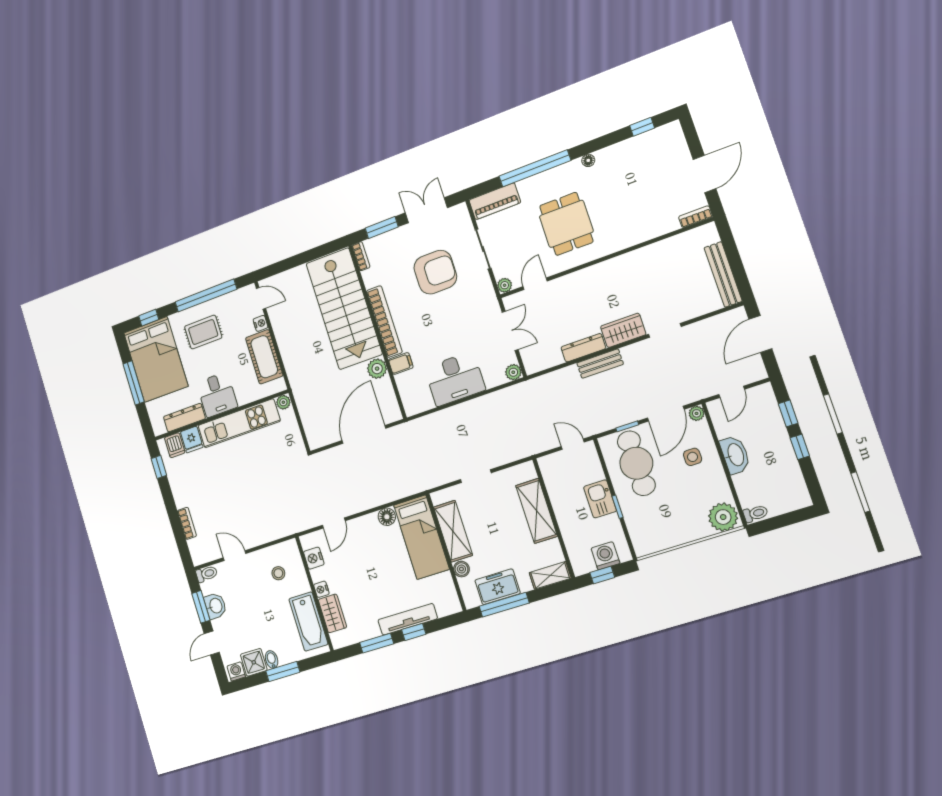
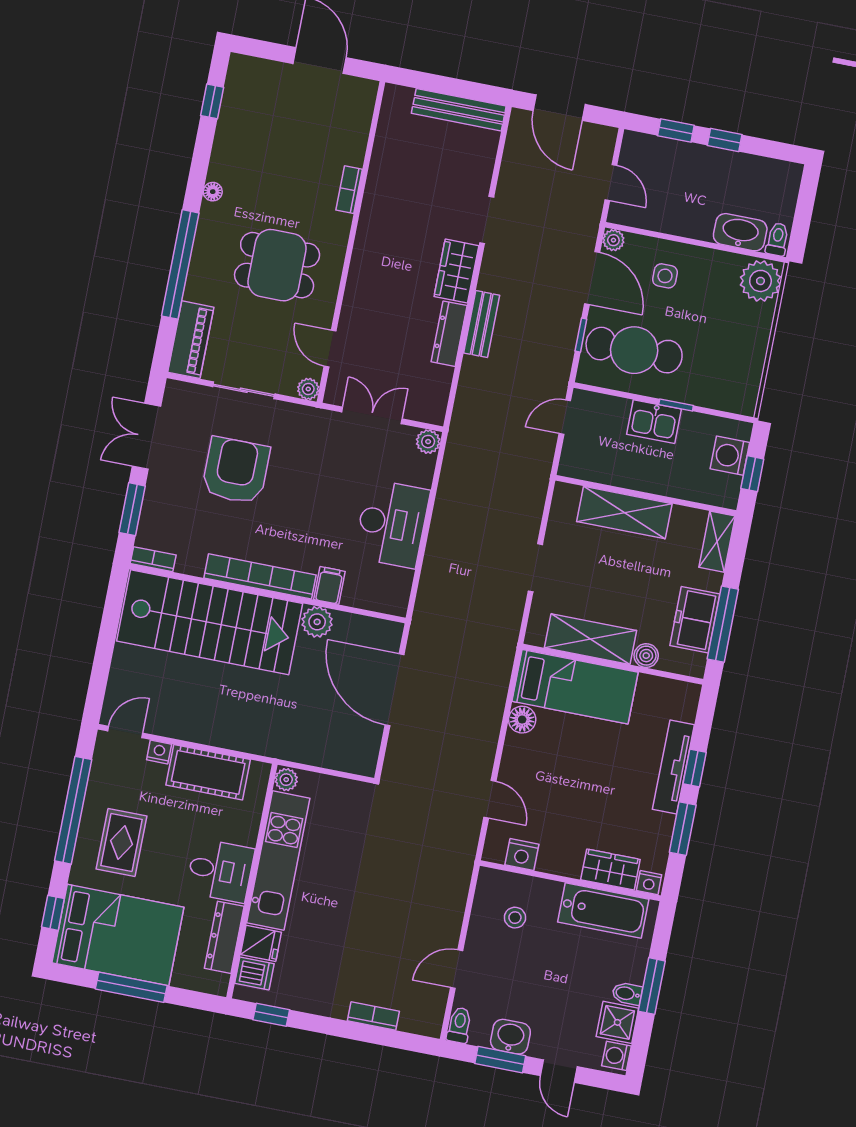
bookcase: (696, 217) -> (349, 190), moved
washbasin: (735, 455) -> (740, 232), moved
nightstand: (321, 589) -> (649, 883), moved

